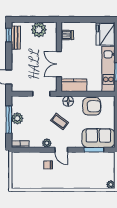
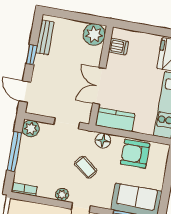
plant: (39, 30) -> (94, 35), moved
window: (9, 35) -> (32, 55), moved
armchair: (92, 106) -> (135, 154), turned 180
plant: (17, 118) -> (31, 129), moved

